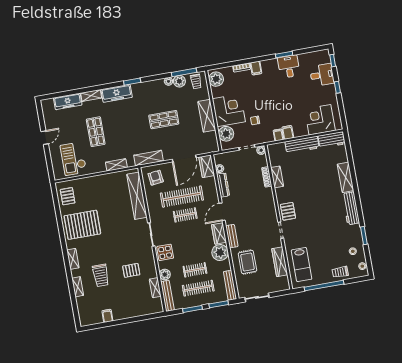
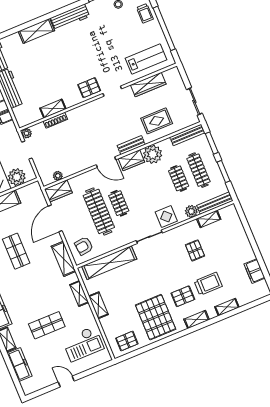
door: (184, 159) -> (55, 218), swing flipped
shelving: (103, 179) -> (98, 305), added
dresser: (223, 185) -> (75, 168), removed
pallet: (95, 252) -> (183, 296), added
filing cabinet: (107, 316) -> (254, 271), width x2.00

